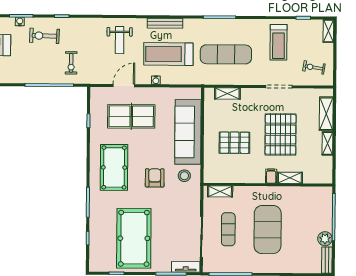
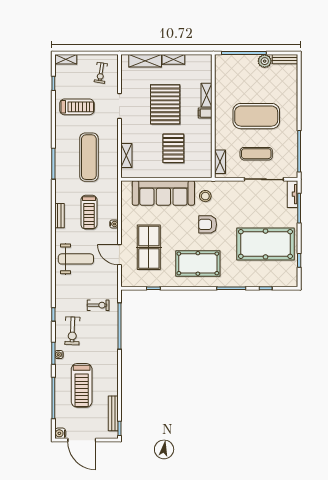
bench: (165, 23) -> (59, 216), width x0.73
weight bench: (120, 40) -> (76, 259), width x1.36, depth x1.33
treadmill: (168, 54) -> (89, 212), width x0.73, depth x0.73
pallet: (281, 134) -> (165, 104), turned 90

